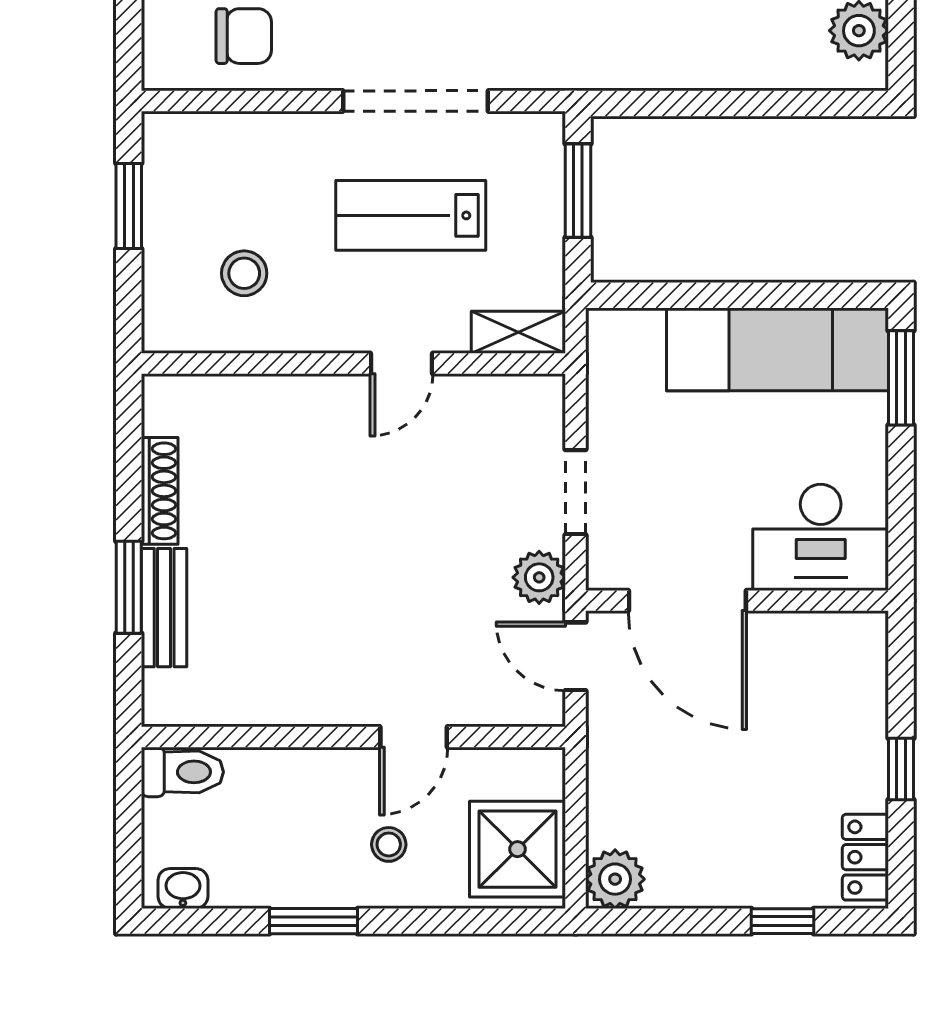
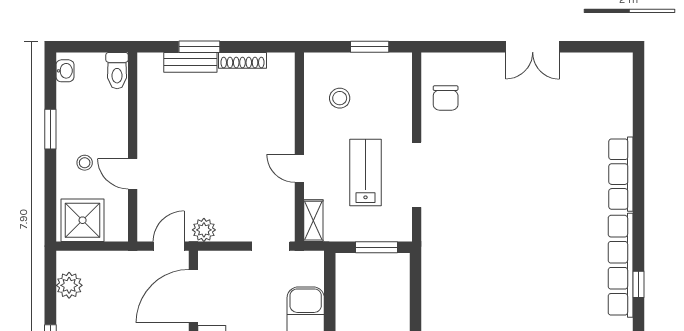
doorway: (575, 492) -> (271, 246), moved
plant: (615, 879) -> (69, 285), moved

